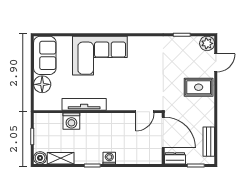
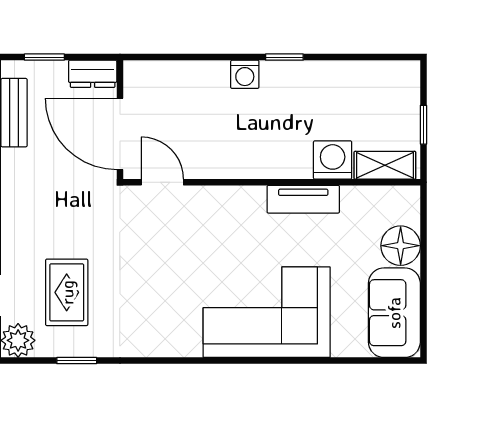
rug: (199, 87) -> (67, 292), moved, turned 90
tv unit: (84, 104) -> (303, 199), width x0.71
door: (145, 112) -> (162, 182), hinge flipped
boiler: (40, 158) -> (406, 75), removed
shelving: (61, 158) -> (385, 165), moved

